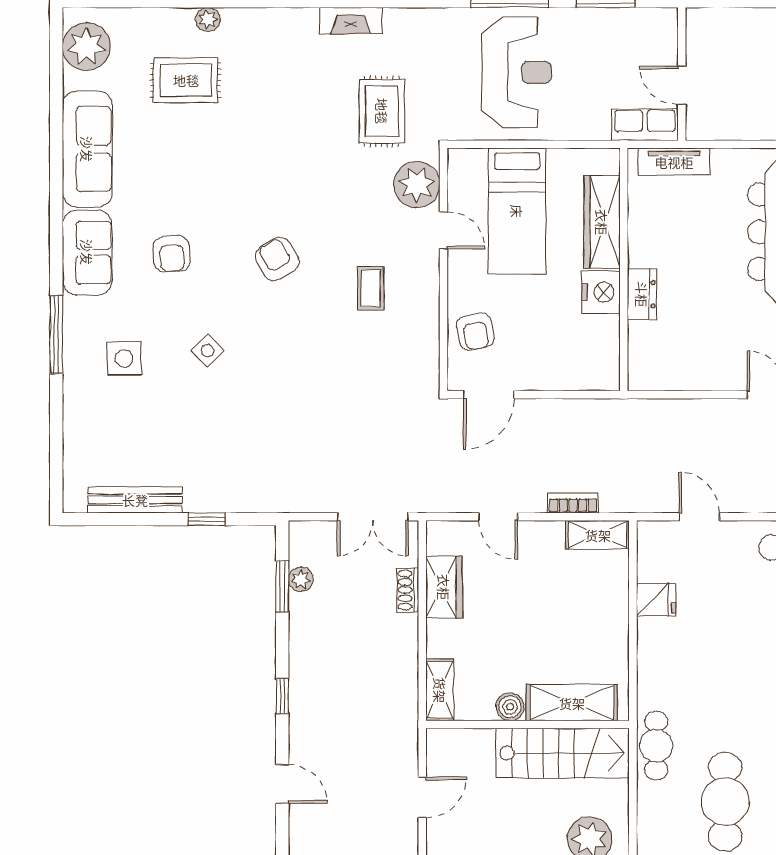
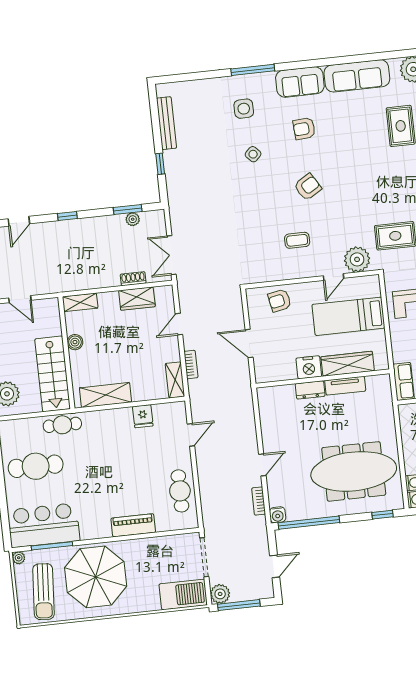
tv unit: (674, 162) -> (345, 386), moved, turned -90
door: (489, 395) -> (249, 343), moved
shelving: (572, 703) -> (105, 395), moved, turned 90

